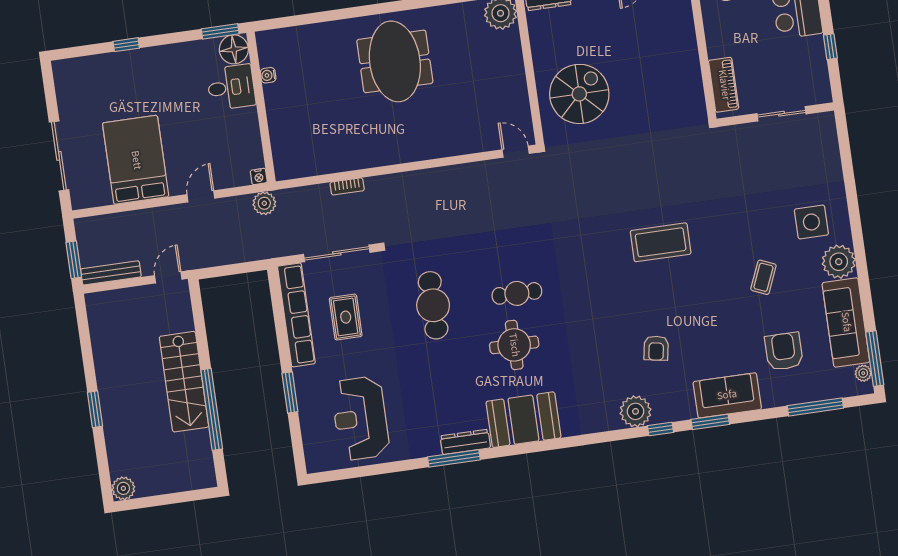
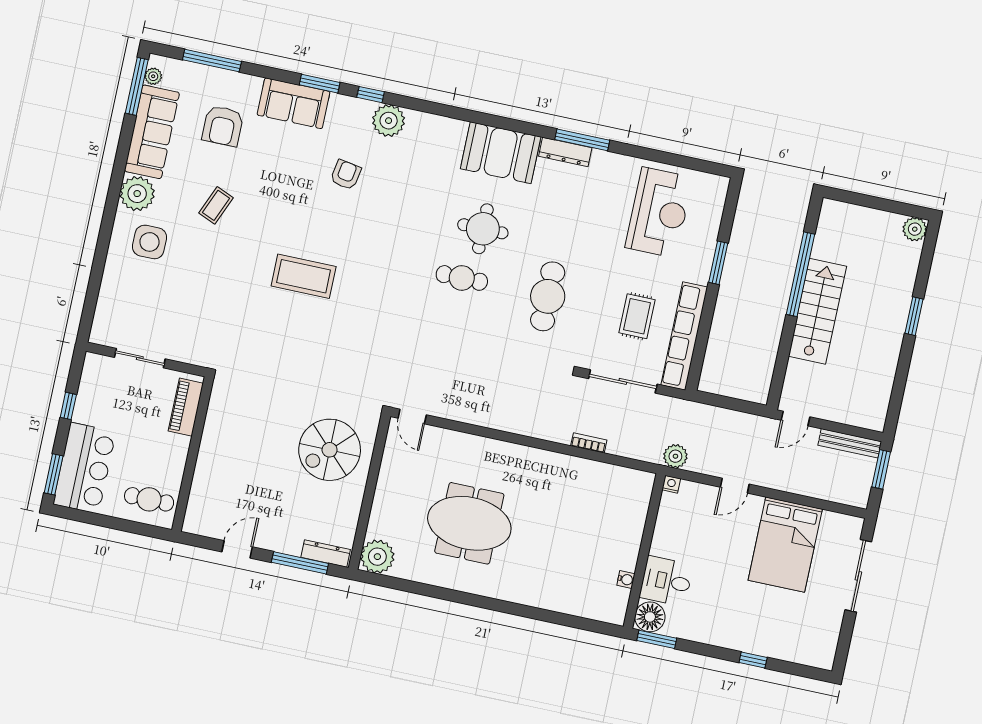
meeting table: (395, 61) -> (469, 523), moved, turned 90

